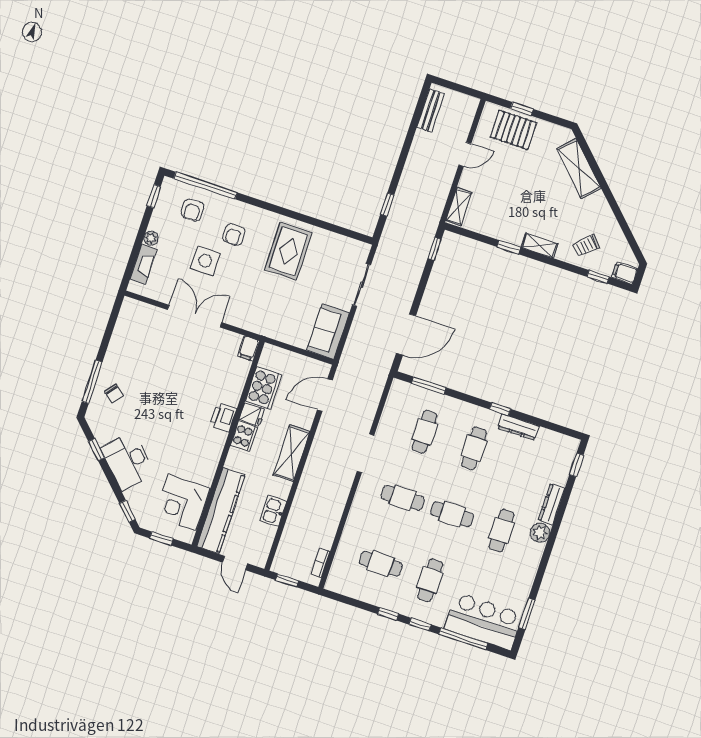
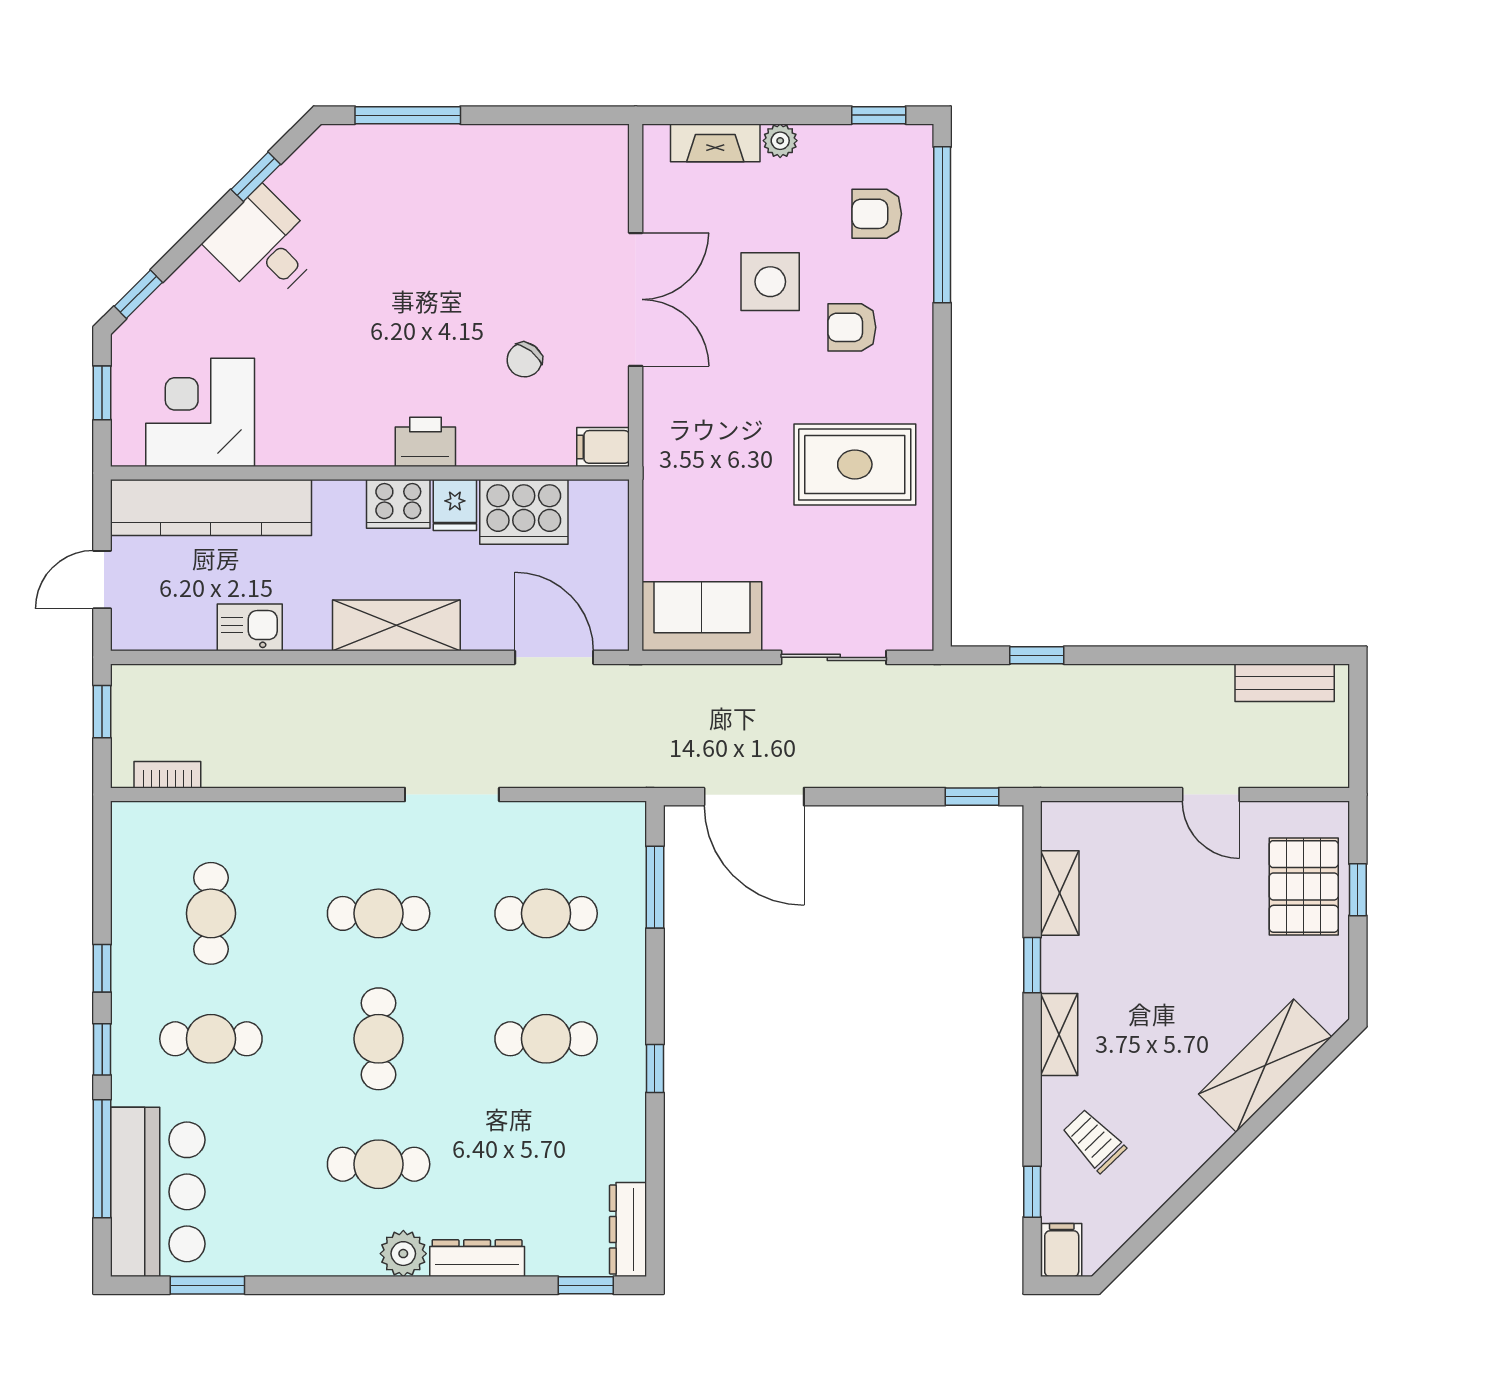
shelving: (459, 207) -> (1060, 893), moved, turned 90
chair: (114, 393) -> (524, 360), moved
dresser: (518, 427) -> (628, 1230), moved
desk: (128, 461) -> (264, 246), width x0.73
cafe table: (403, 498) -> (379, 913), turned 90

